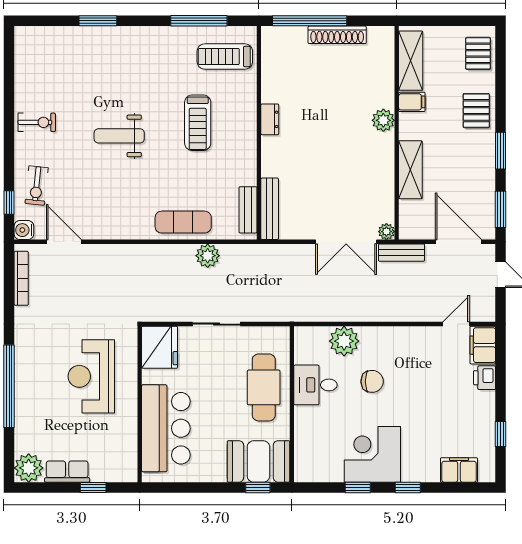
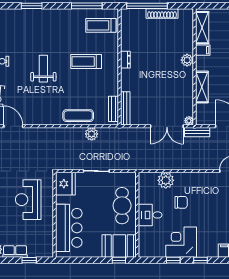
treadmill: (198, 123) -> (86, 61), turned 90
weight bench: (119, 136) -> (43, 69), turned 90
desk: (315, 385) -> (150, 215), moved

